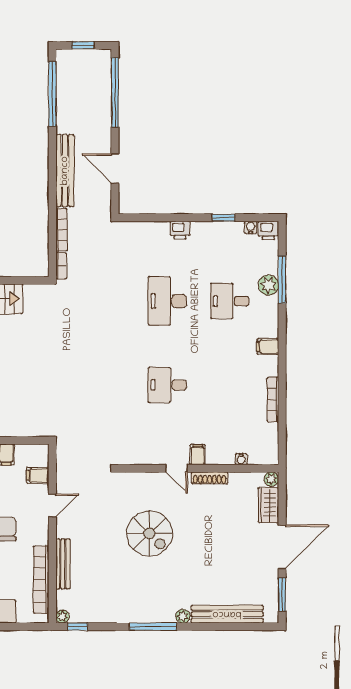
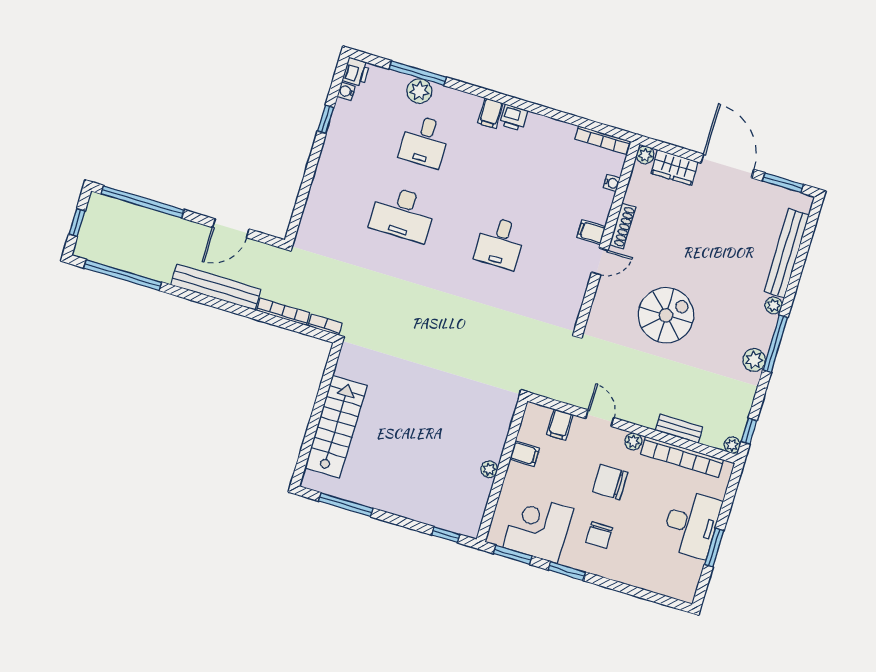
printer: (180, 230) -> (514, 118), moved, turned 90
bookcase: (273, 400) -> (602, 140), moved
plant: (42, 537) -> (633, 441), added
bench: (63, 564) -> (679, 429), width x0.73
plant: (135, 614) -> (754, 360), added

